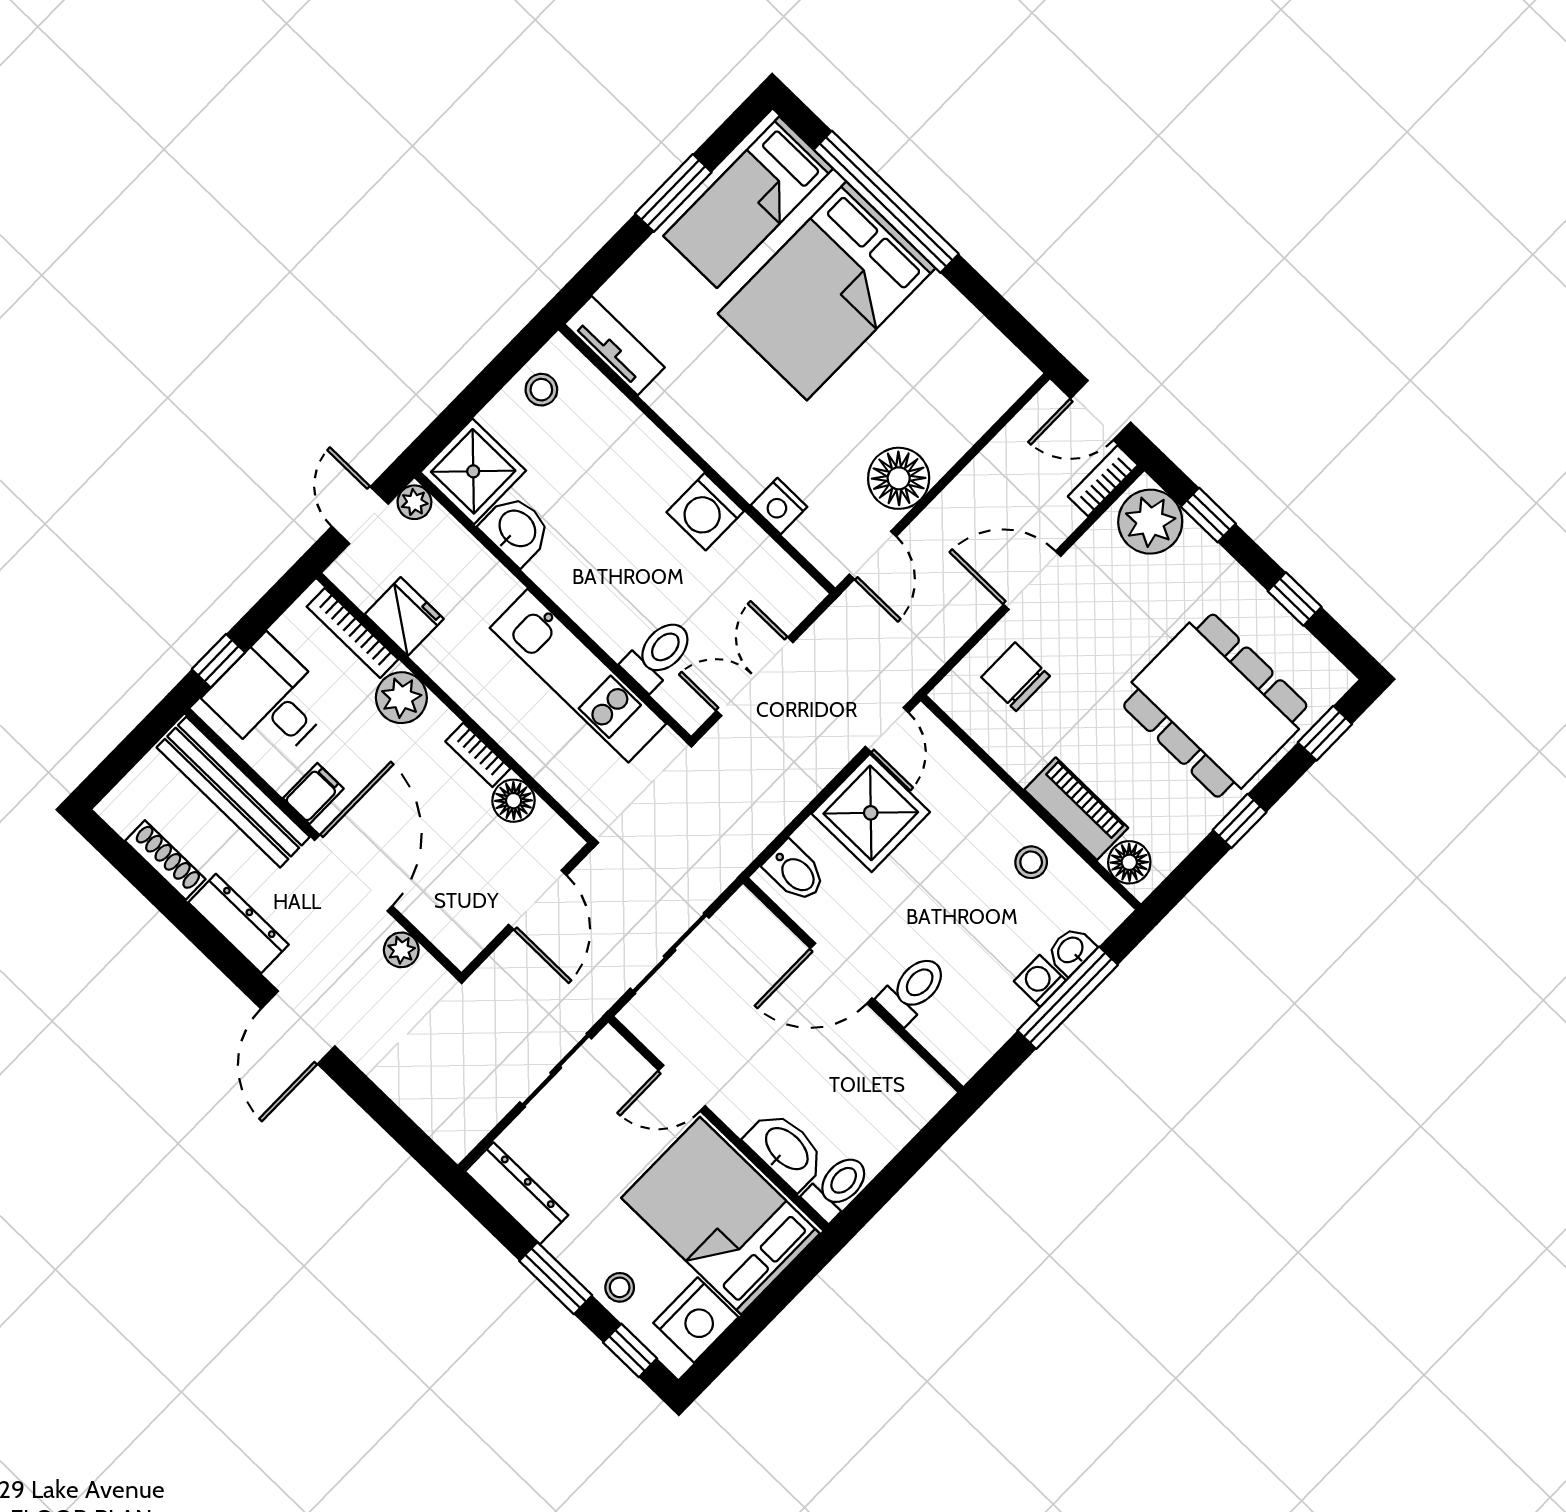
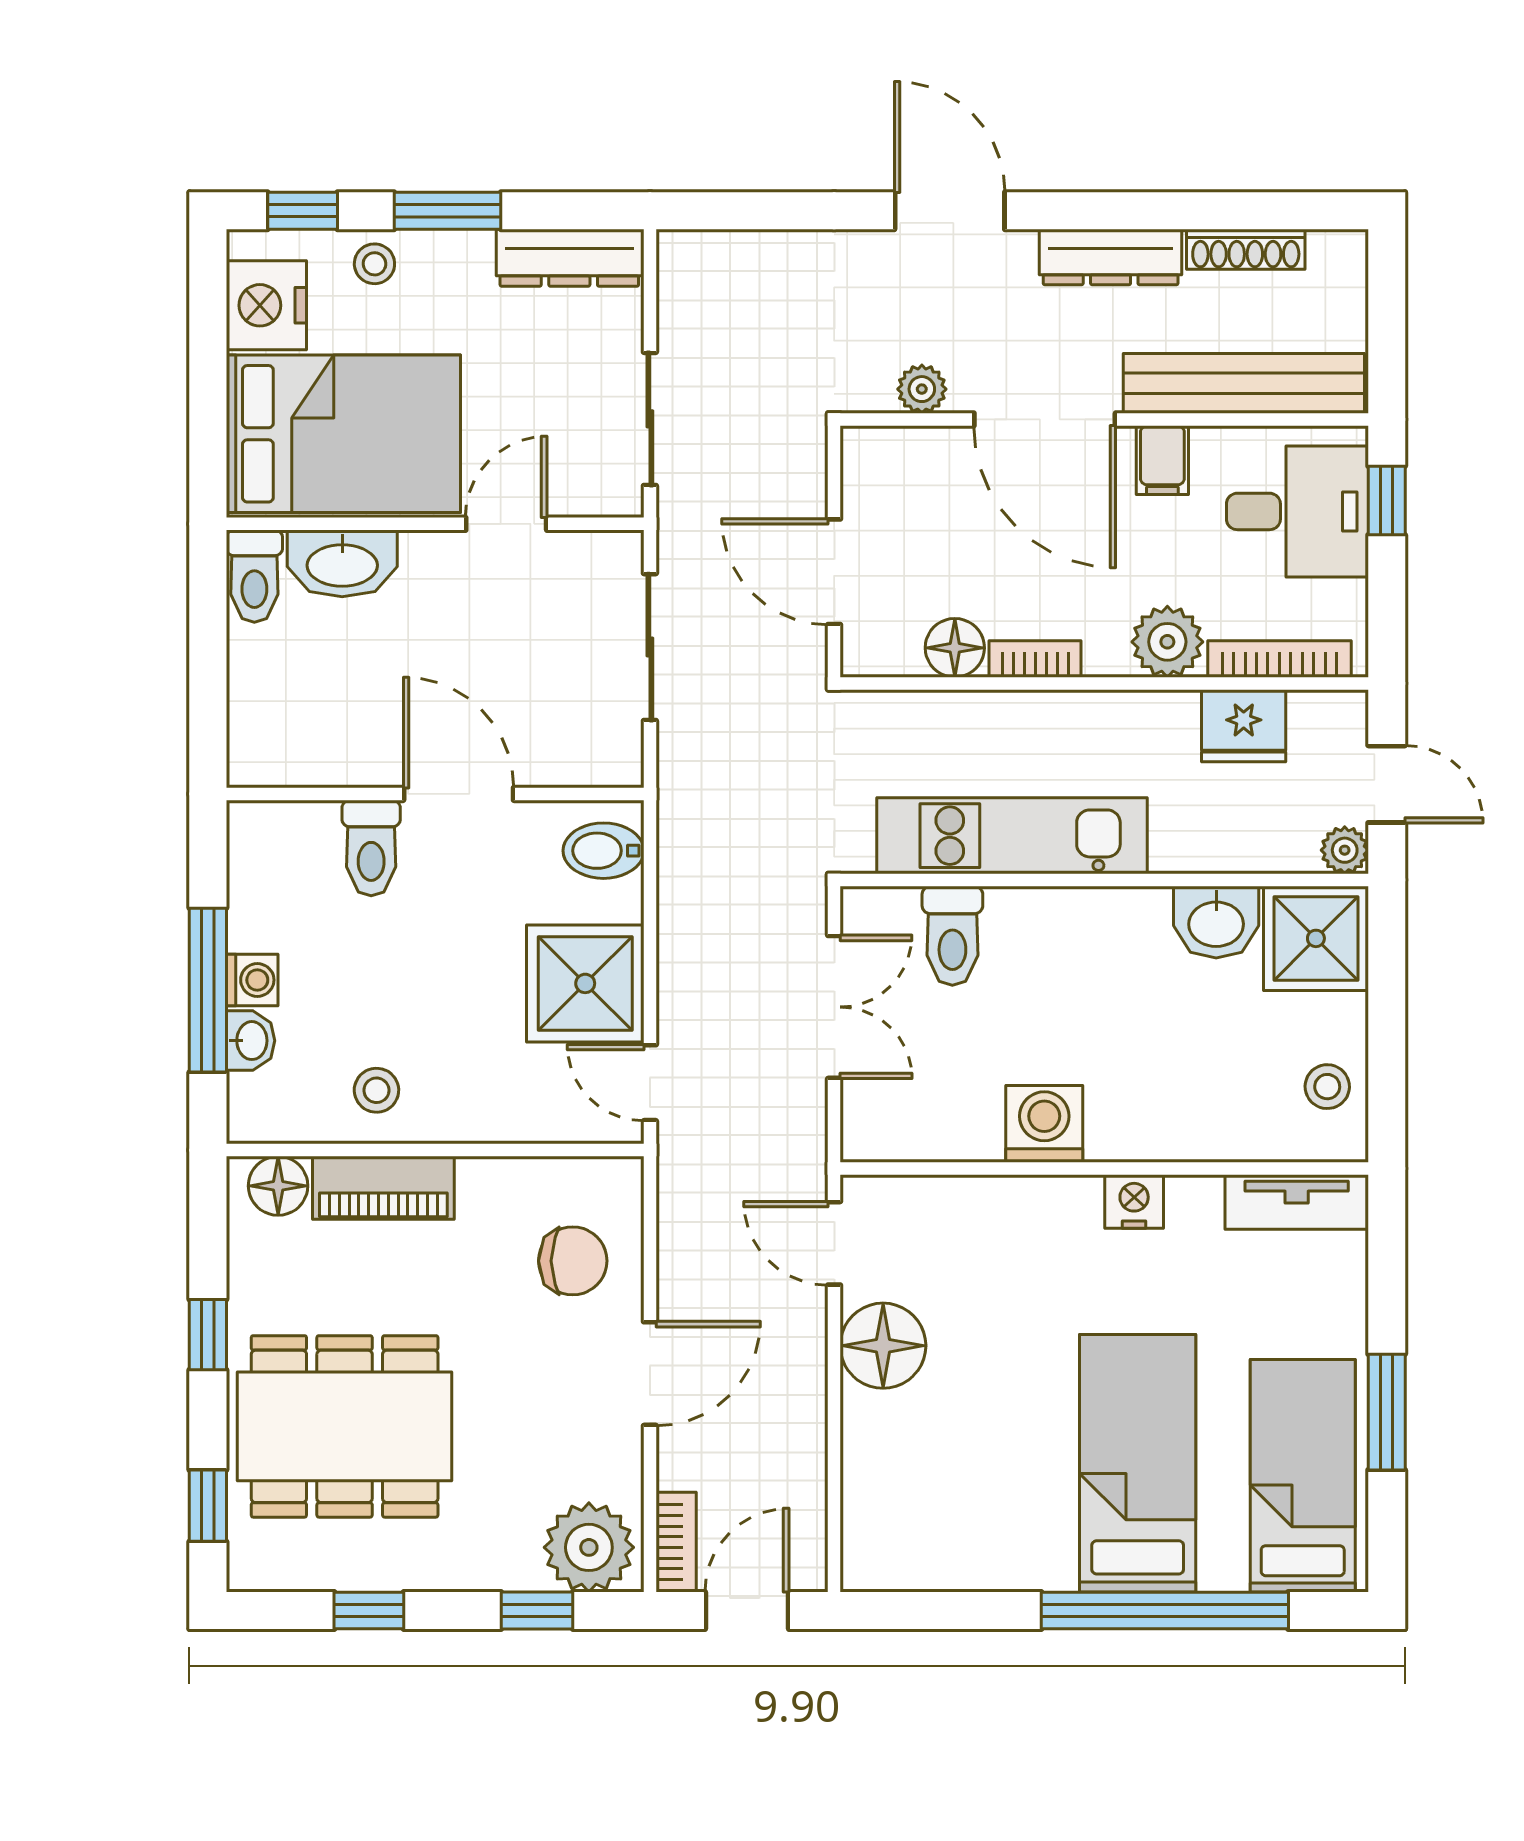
bed: (827, 291) -> (1138, 1463), width x0.67
nightstand: (779, 506) -> (1134, 1202), moved
door: (841, 973) -> (459, 794), hinge flipped

